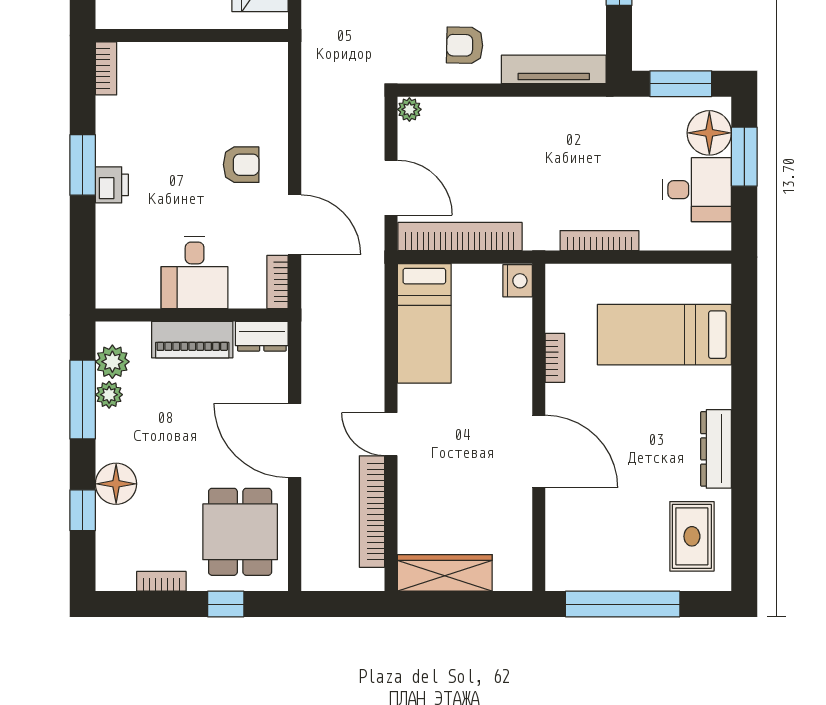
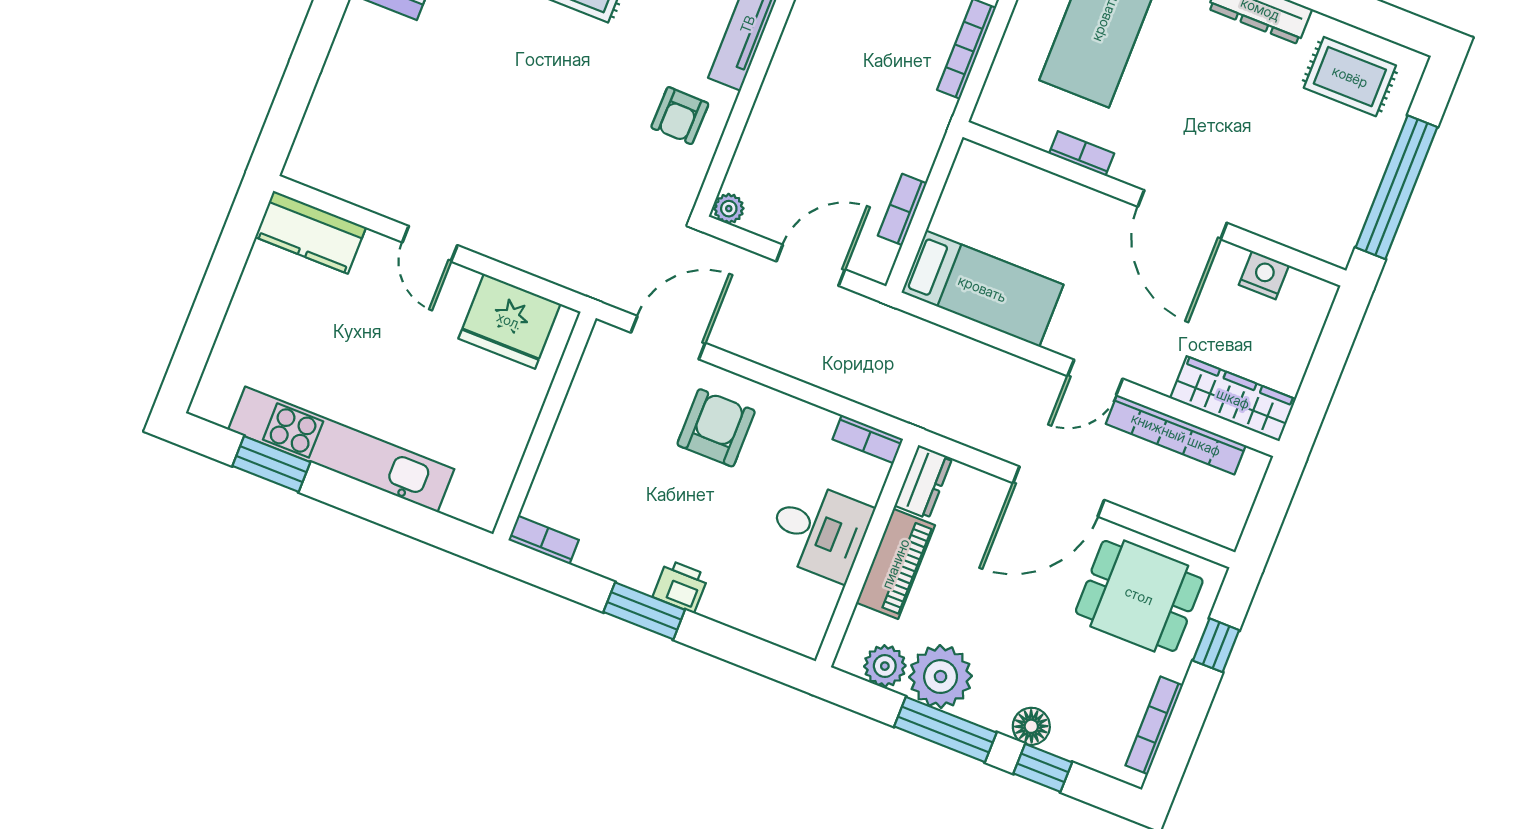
armchair: (241, 165) -> (716, 428), width x1.38, depth x1.38
door: (295, 225) -> (668, 338), moved
bookcase: (460, 237) -> (902, 210), width x0.43, depth x0.76
nightstand: (518, 281) -> (1264, 275), moved
plant: (109, 395) -> (941, 677), width x1.88, depth x1.88
window: (83, 400) -> (945, 729), moved
door: (539, 452) -> (1182, 215), swing flipped
floor lamp: (116, 484) -> (1031, 726), width x0.73, depth x0.73
wardrobe: (445, 573) -> (1233, 399), moved, turned 90
bookcase: (161, 581) -> (1154, 725), width x1.56

